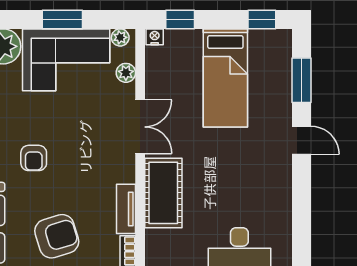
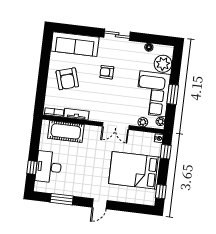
bed: (225, 78) -> (134, 170), width x1.50
window: (301, 80) -> (62, 199), moved
cot: (163, 193) -> (66, 131), moved

